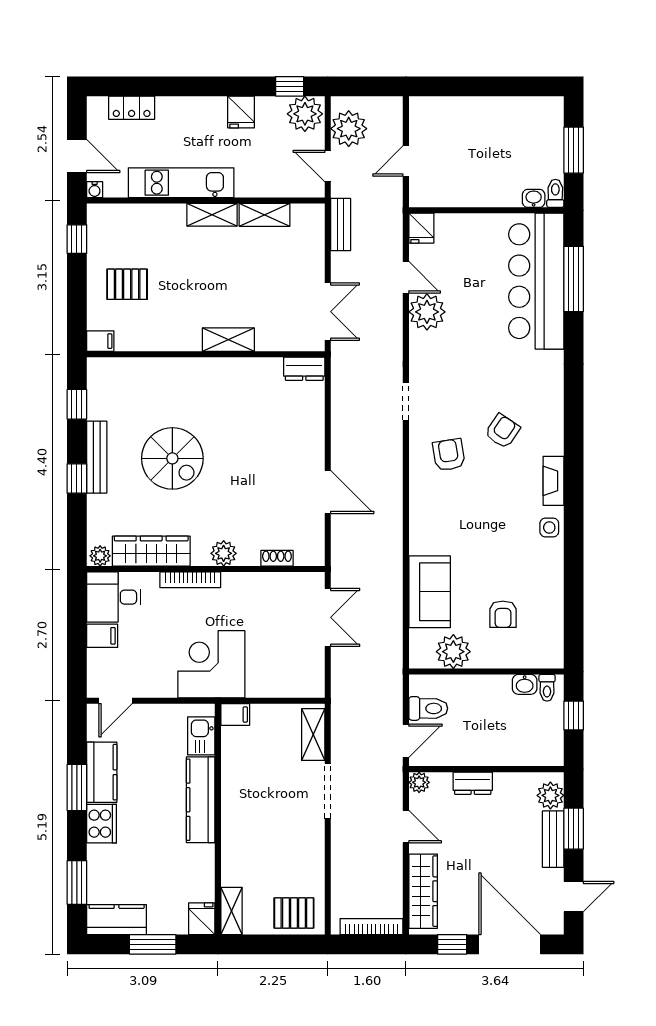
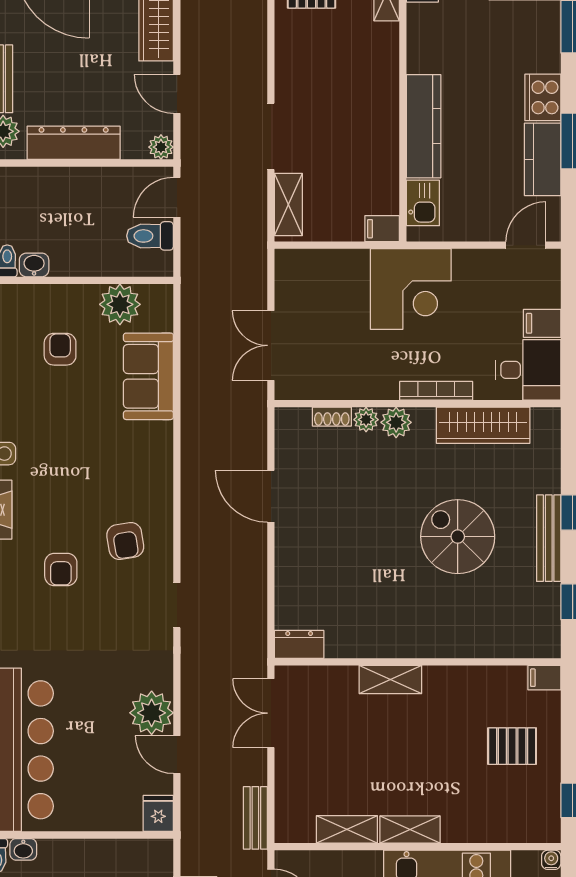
armchair: (502, 431) -> (61, 569), turned -34
plant: (100, 556) -> (366, 420), moved
dresser: (473, 783) -> (74, 143), width x1.96, depth x1.24

